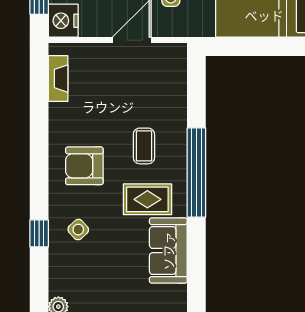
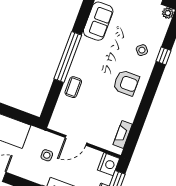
coffee table: (144, 146) -> (73, 87), moved
rug: (147, 199) -> (99, 52), removed

